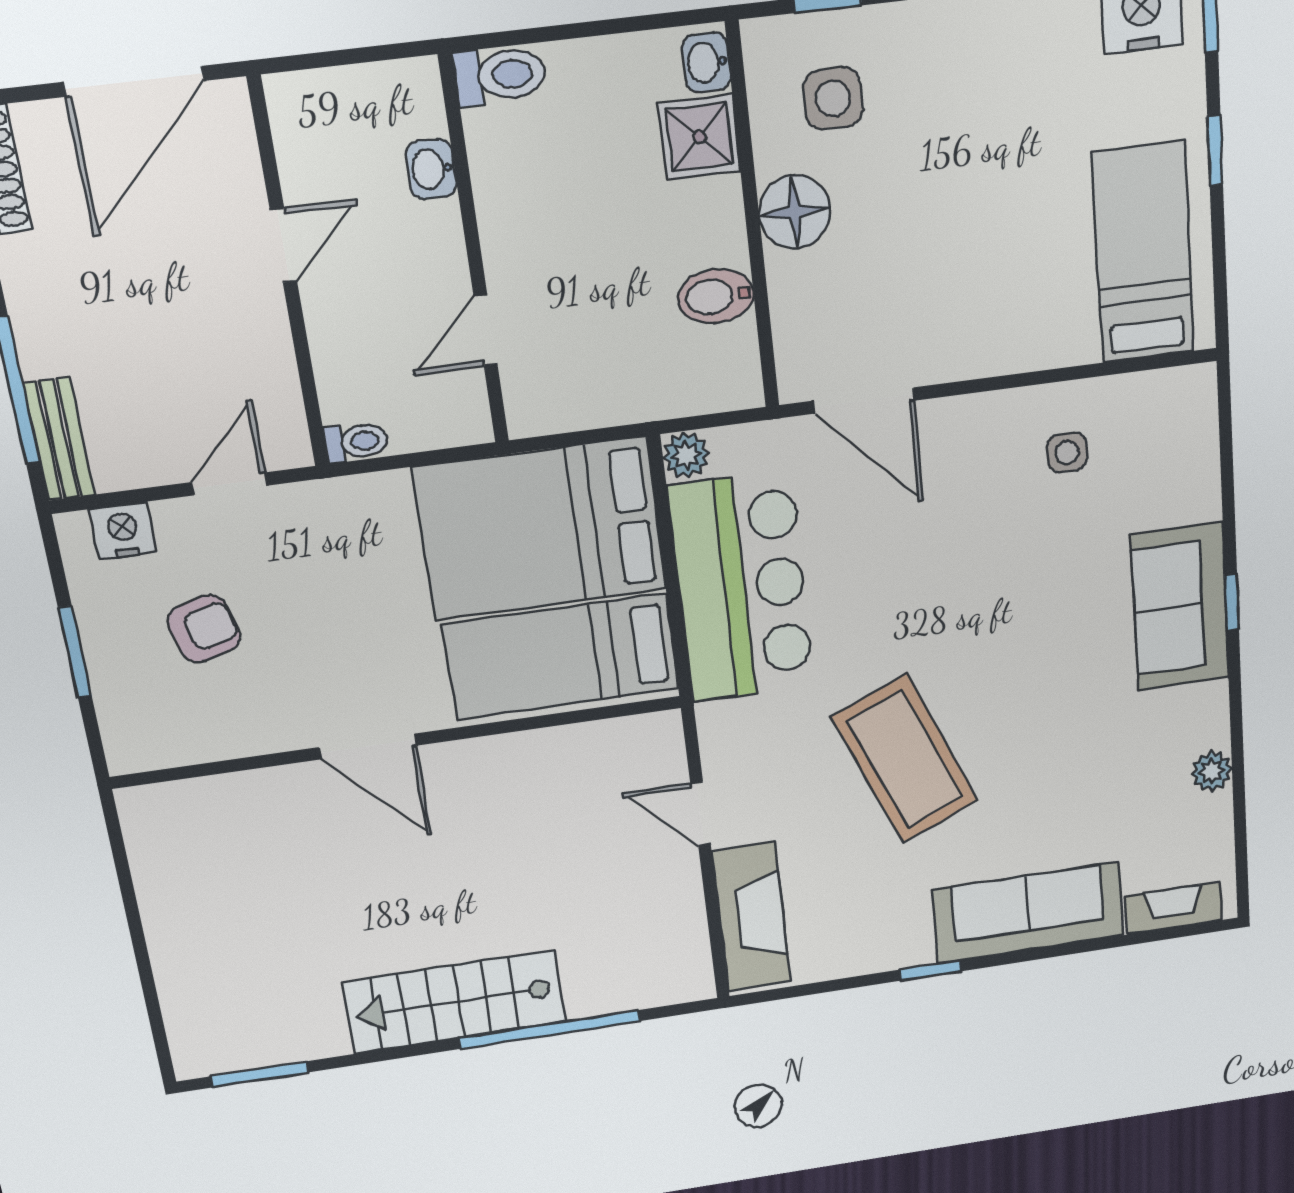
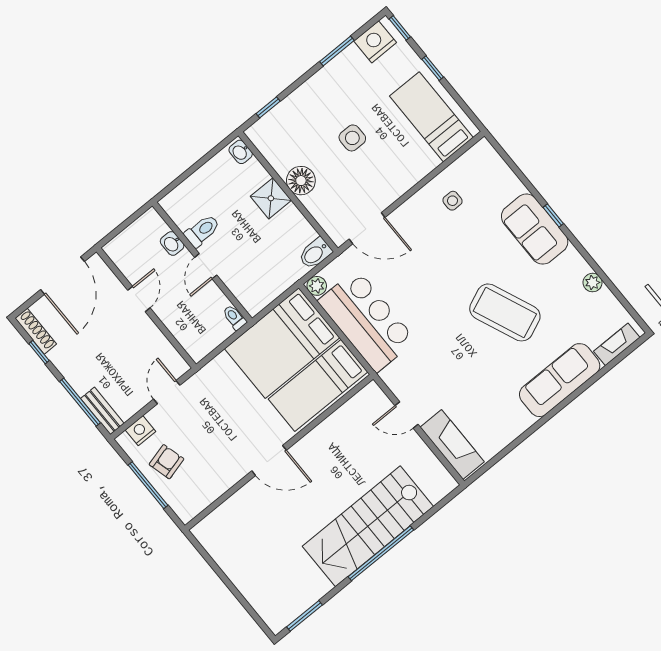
toilet: (500, 75) -> (202, 231), moved
side table: (833, 98) -> (352, 138), moved
shower: (699, 137) -> (271, 198), moved
bidet: (716, 296) -> (315, 253), moved
door: (486, 330) -> (206, 266), moved
toilet: (356, 442) -> (234, 317), moved, turned -90
armchair: (204, 629) -> (167, 462), moved
window: (75, 652) -> (148, 485), width x1.44
coffee table: (905, 759) -> (505, 312), moved
window: (930, 970) -> (537, 426), removed
stairs: (455, 1002) -> (368, 526), width x1.36, depth x1.51
window: (549, 1029) -> (381, 553), moved

